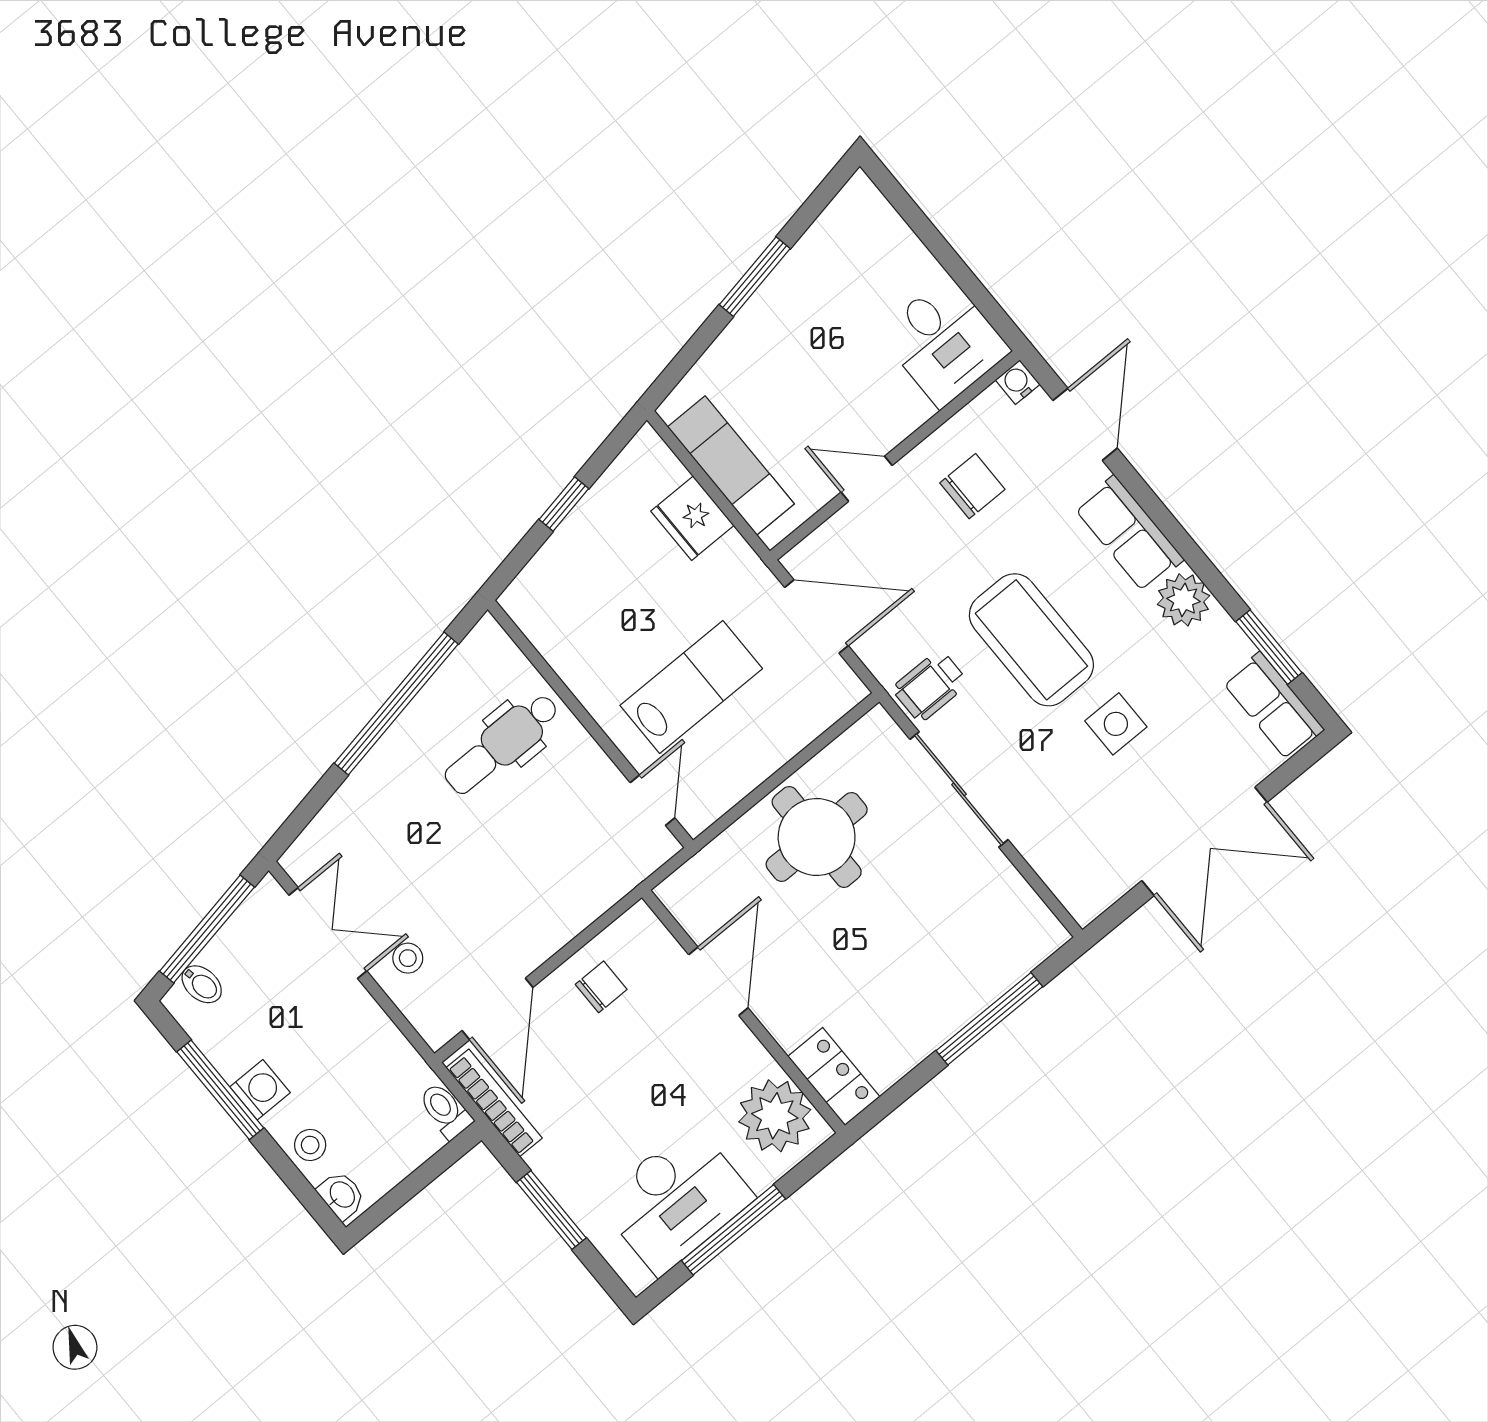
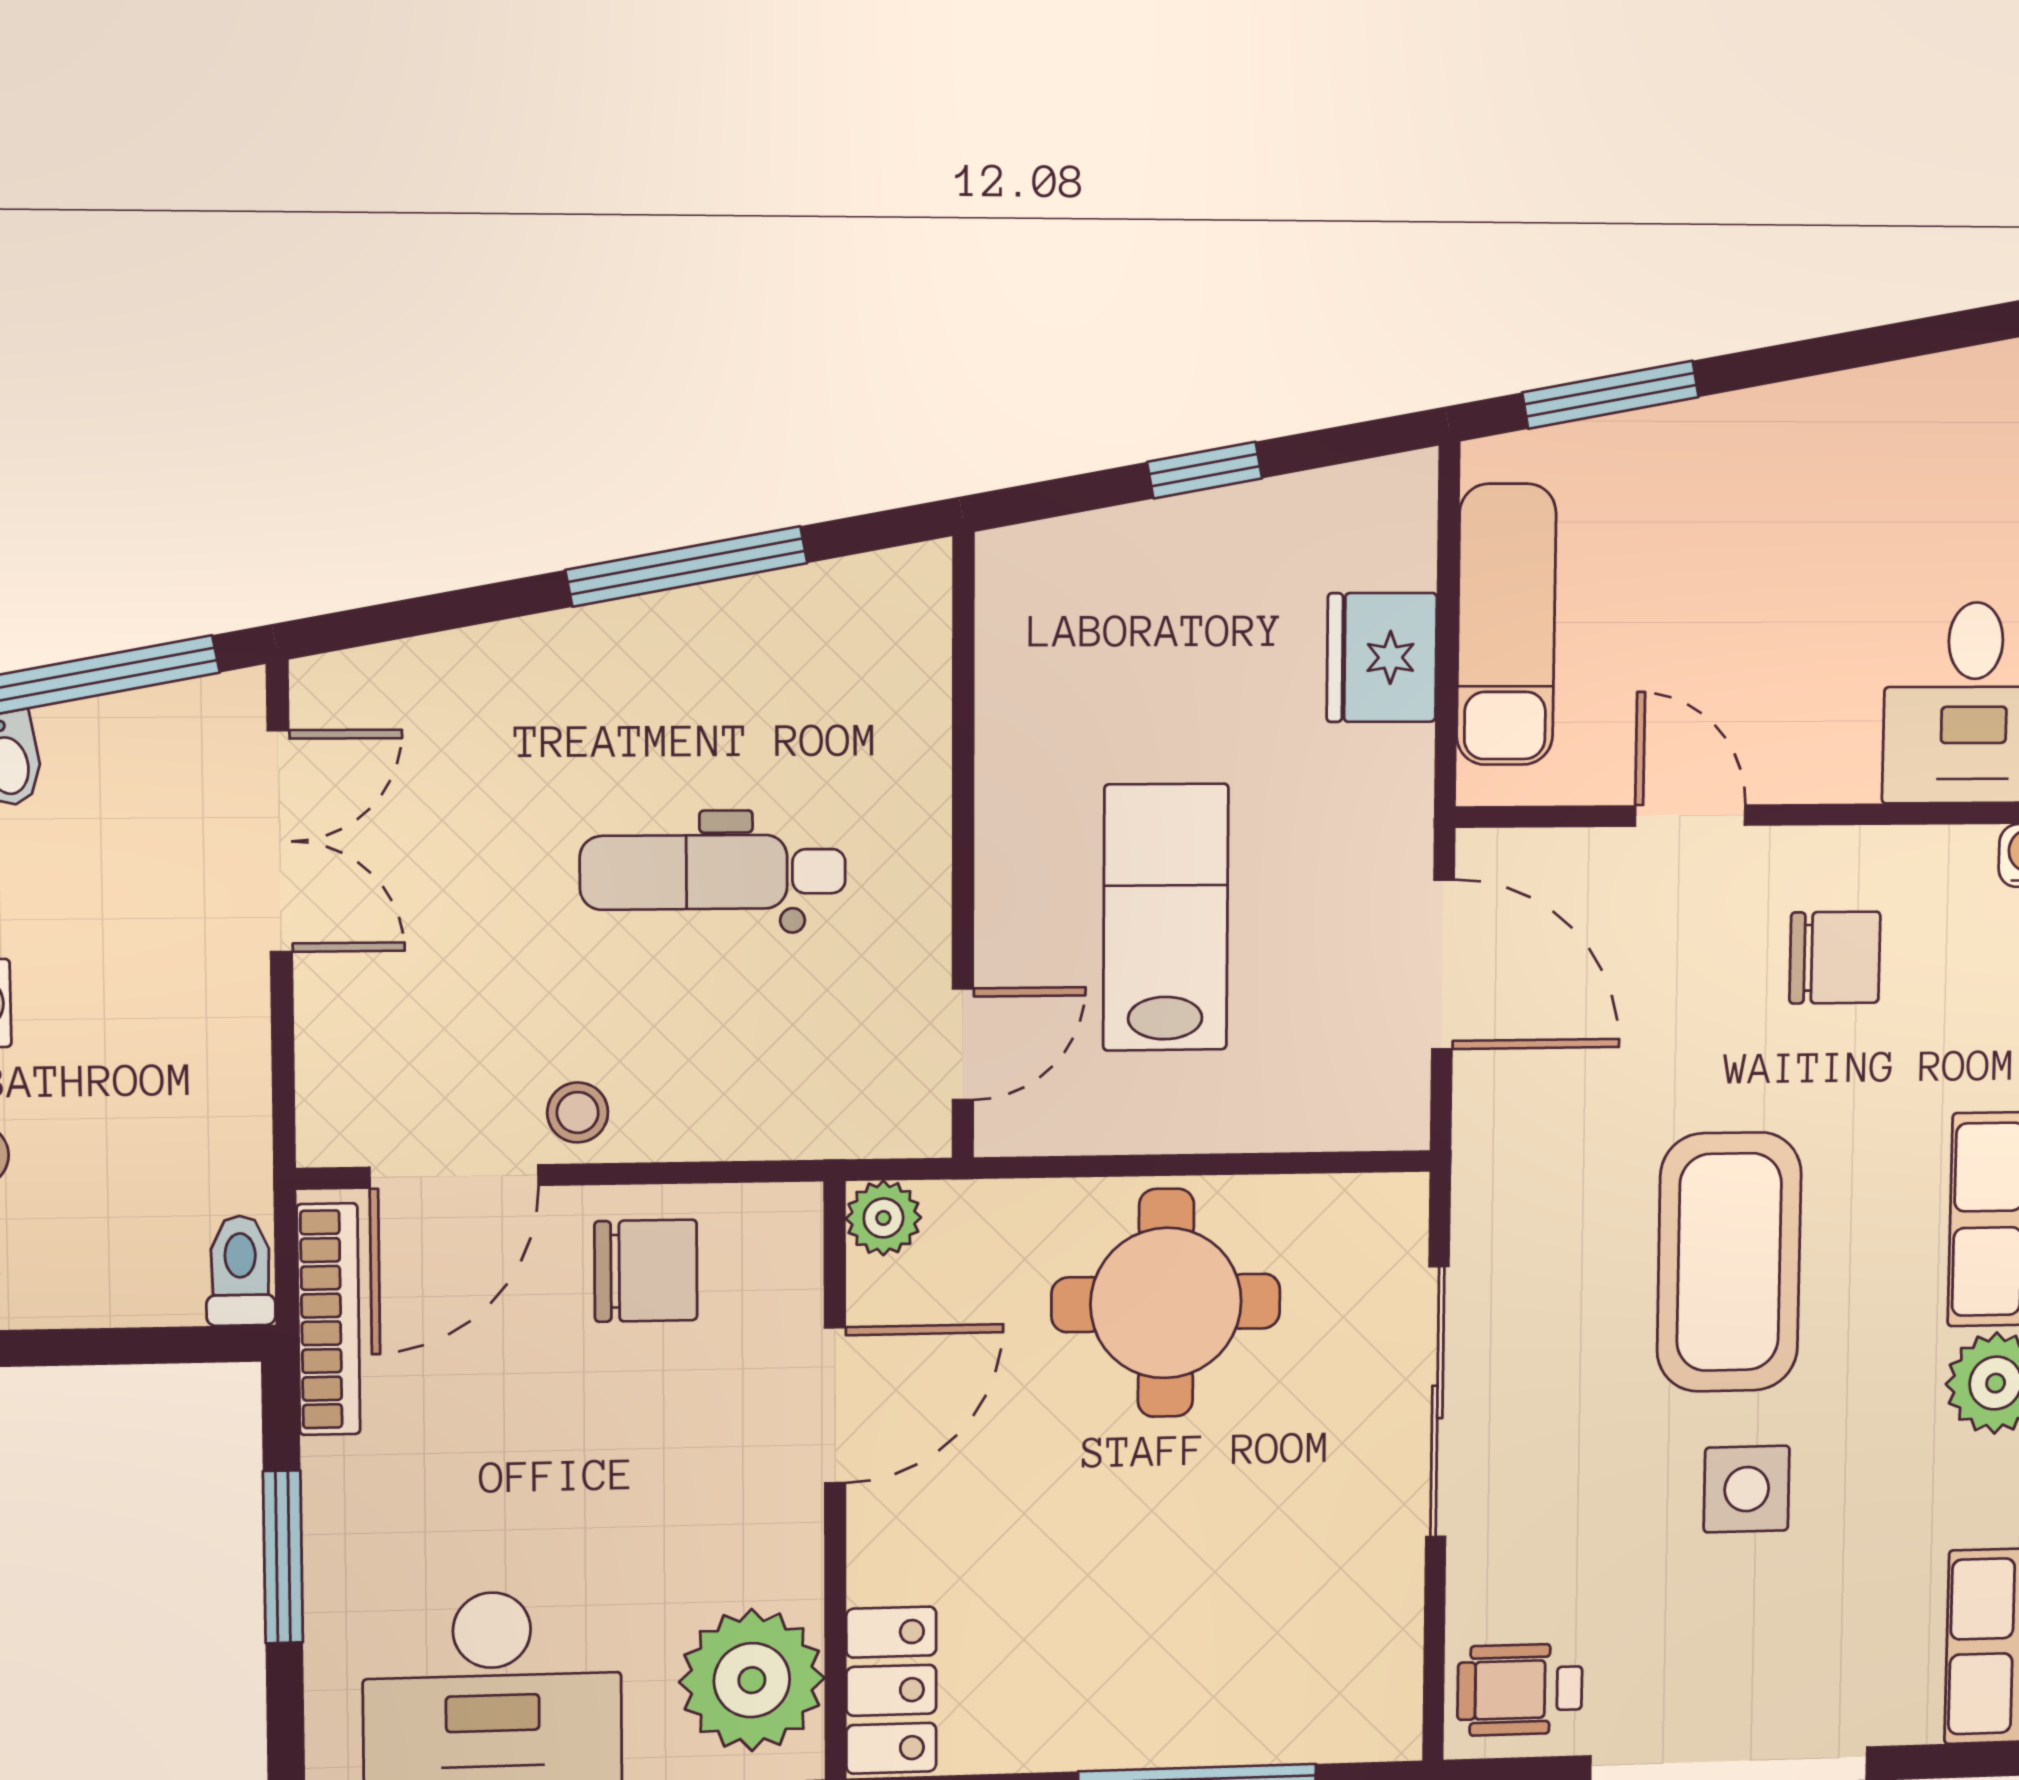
window: (755, 277) -> (1611, 395), moved
wheelchair: (930, 686) -> (1520, 1690), moved
lab bench: (691, 687) -> (1166, 917), turned -90
window: (396, 704) -> (687, 566), width x0.68
dental chair: (502, 744) -> (713, 872), moved
plant: (677, 893) -> (883, 1218), added
stool: (408, 958) -> (578, 1112), moved
chair: (601, 987) -> (646, 1271), width x1.37, depth x1.37

